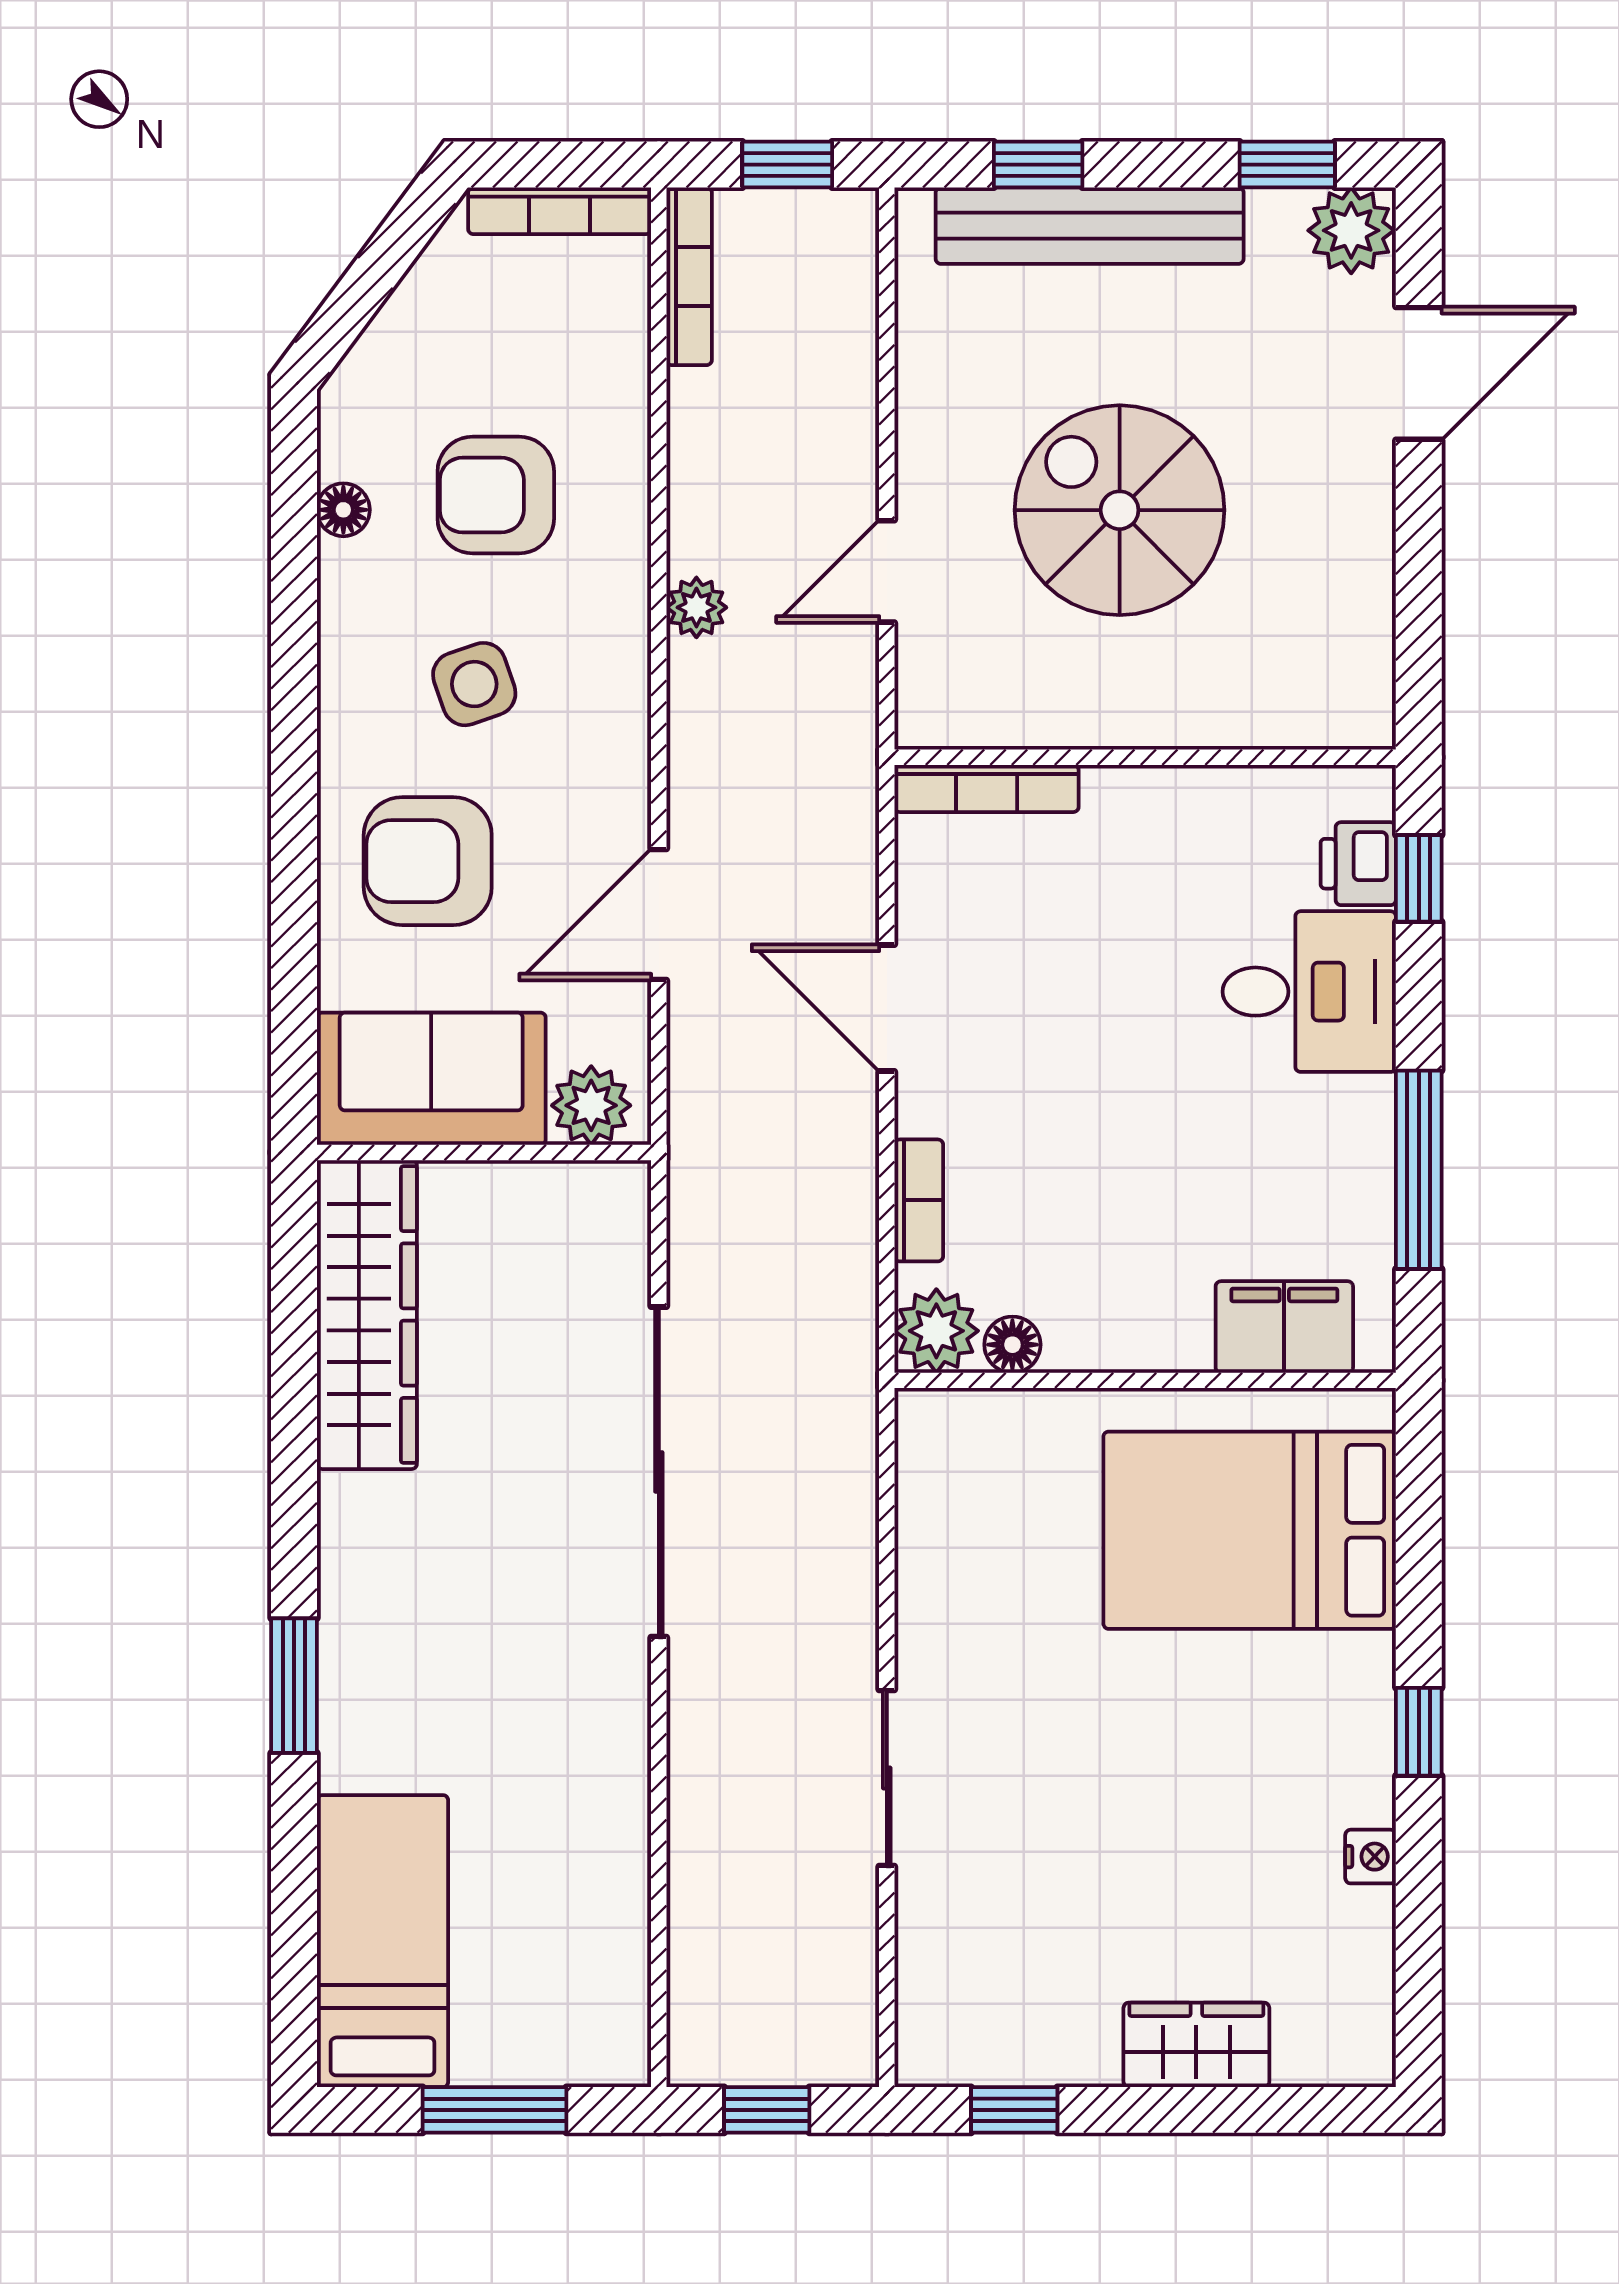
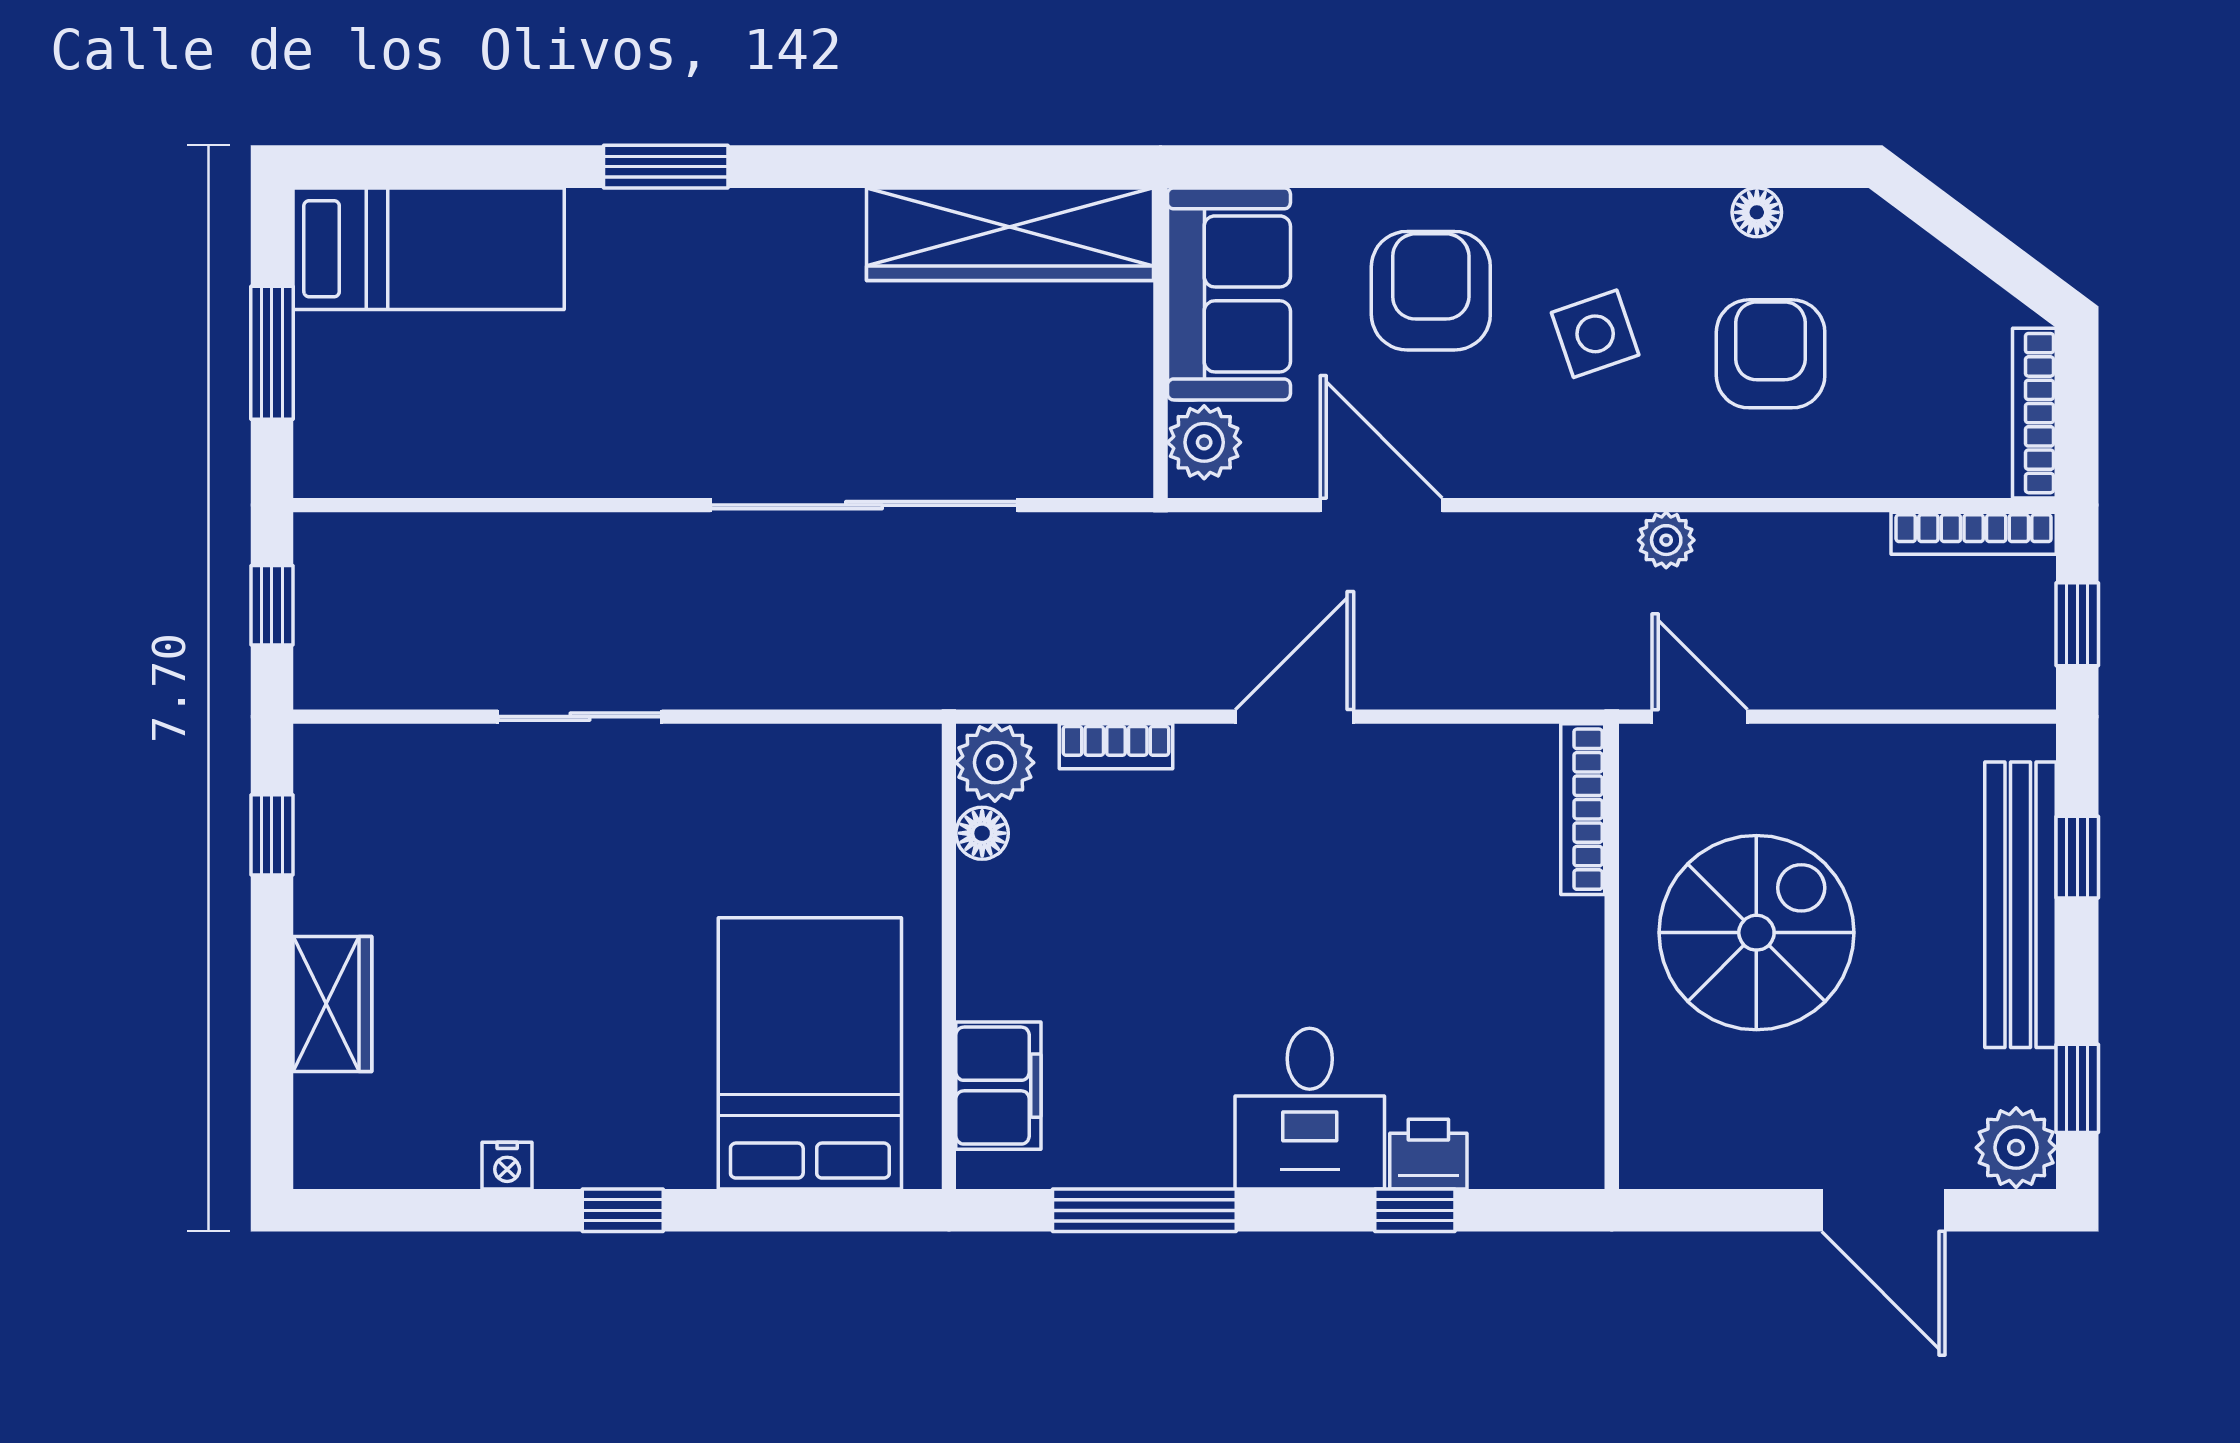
wall: (1145, 757) -> (1612, 956), moved
bookcase: (987, 788) -> (1583, 809), moved

